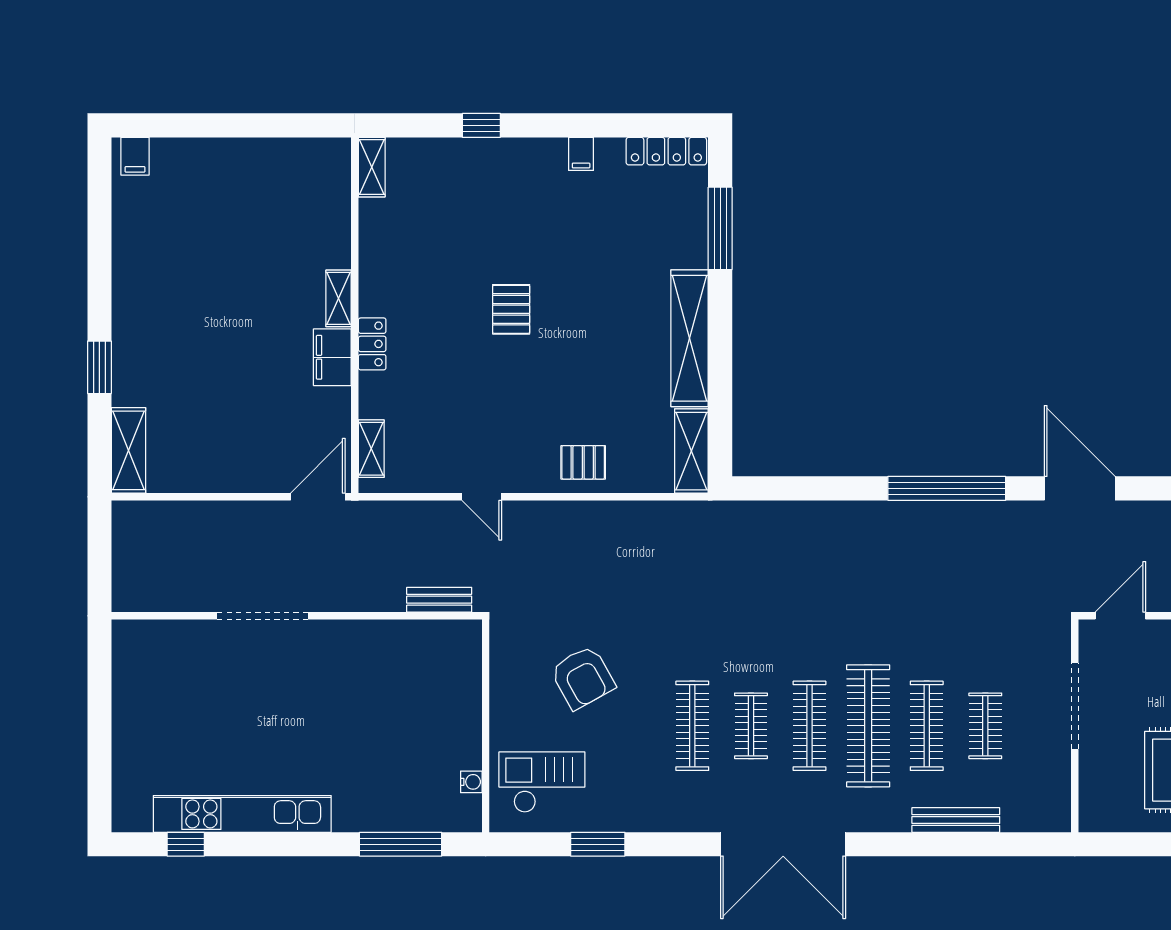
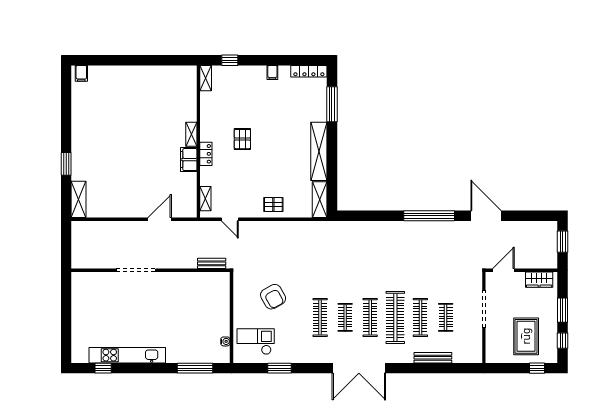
shelving: (372, 167) -> (206, 78), moved
shelving: (338, 298) -> (191, 134), moved
wall: (355, 315) -> (198, 142), moved
locker: (372, 344) -> (206, 154), moved
filing cabinet: (332, 357) -> (189, 160), moved
shelving: (371, 449) -> (205, 199), moved

